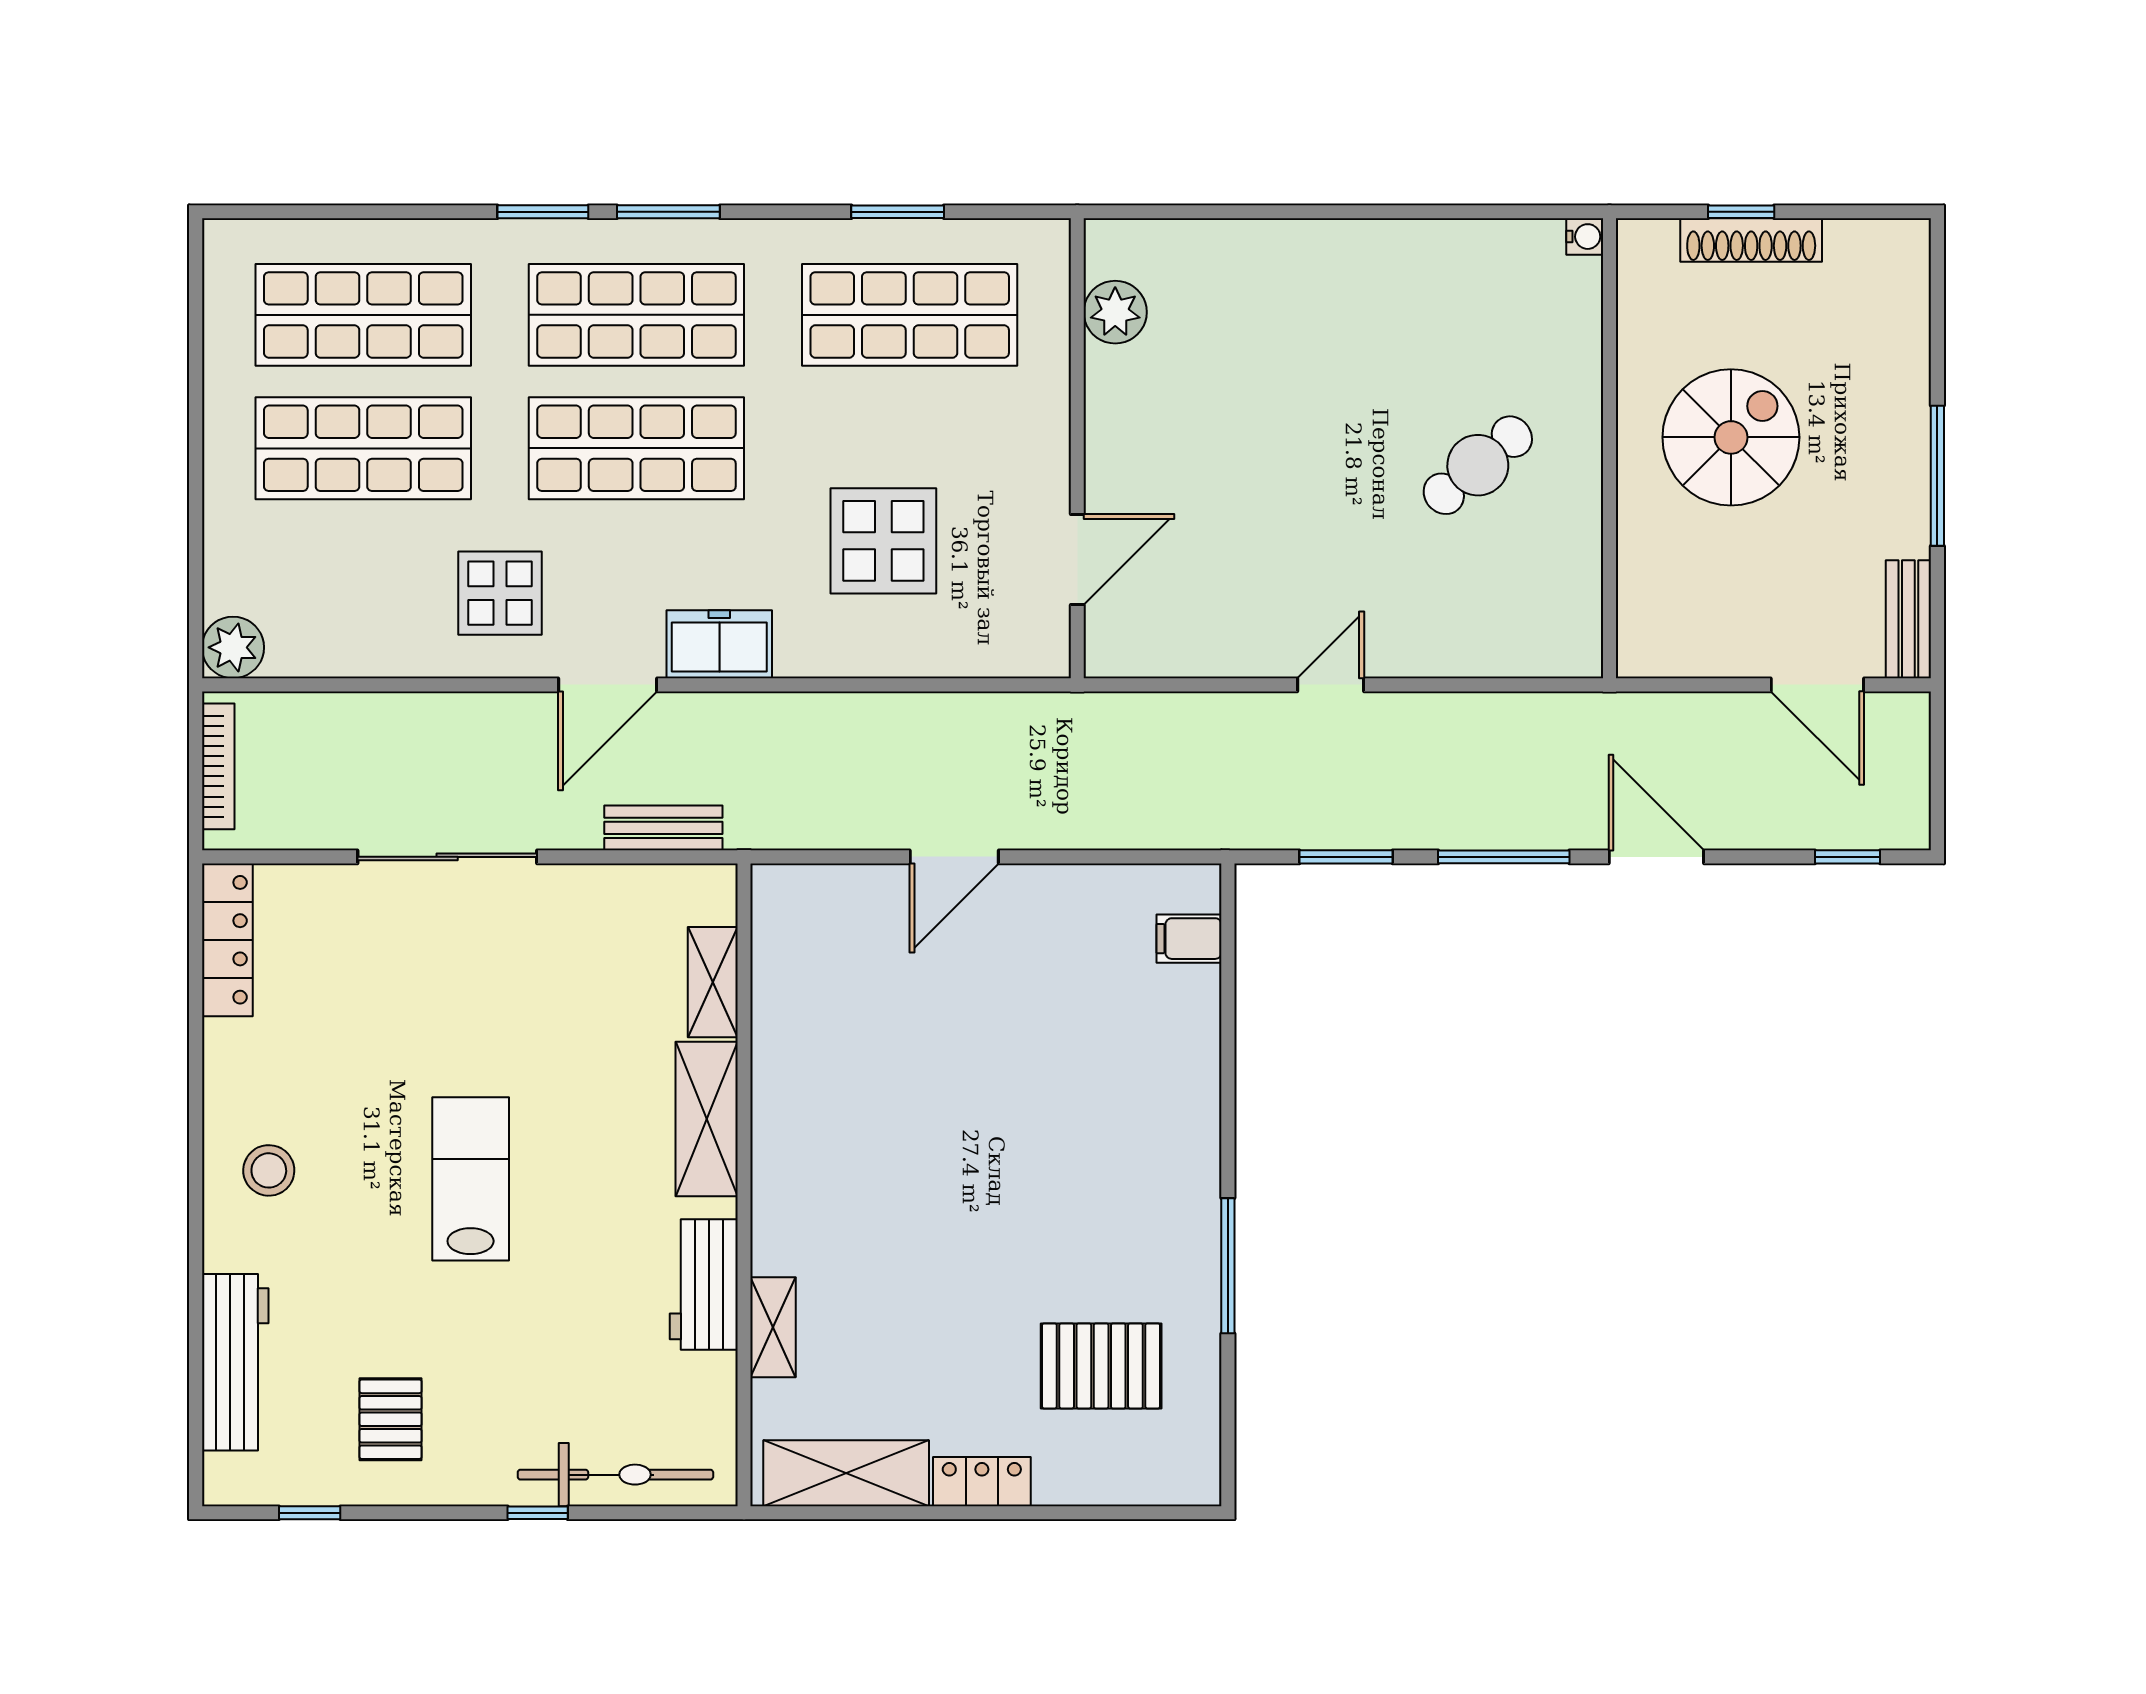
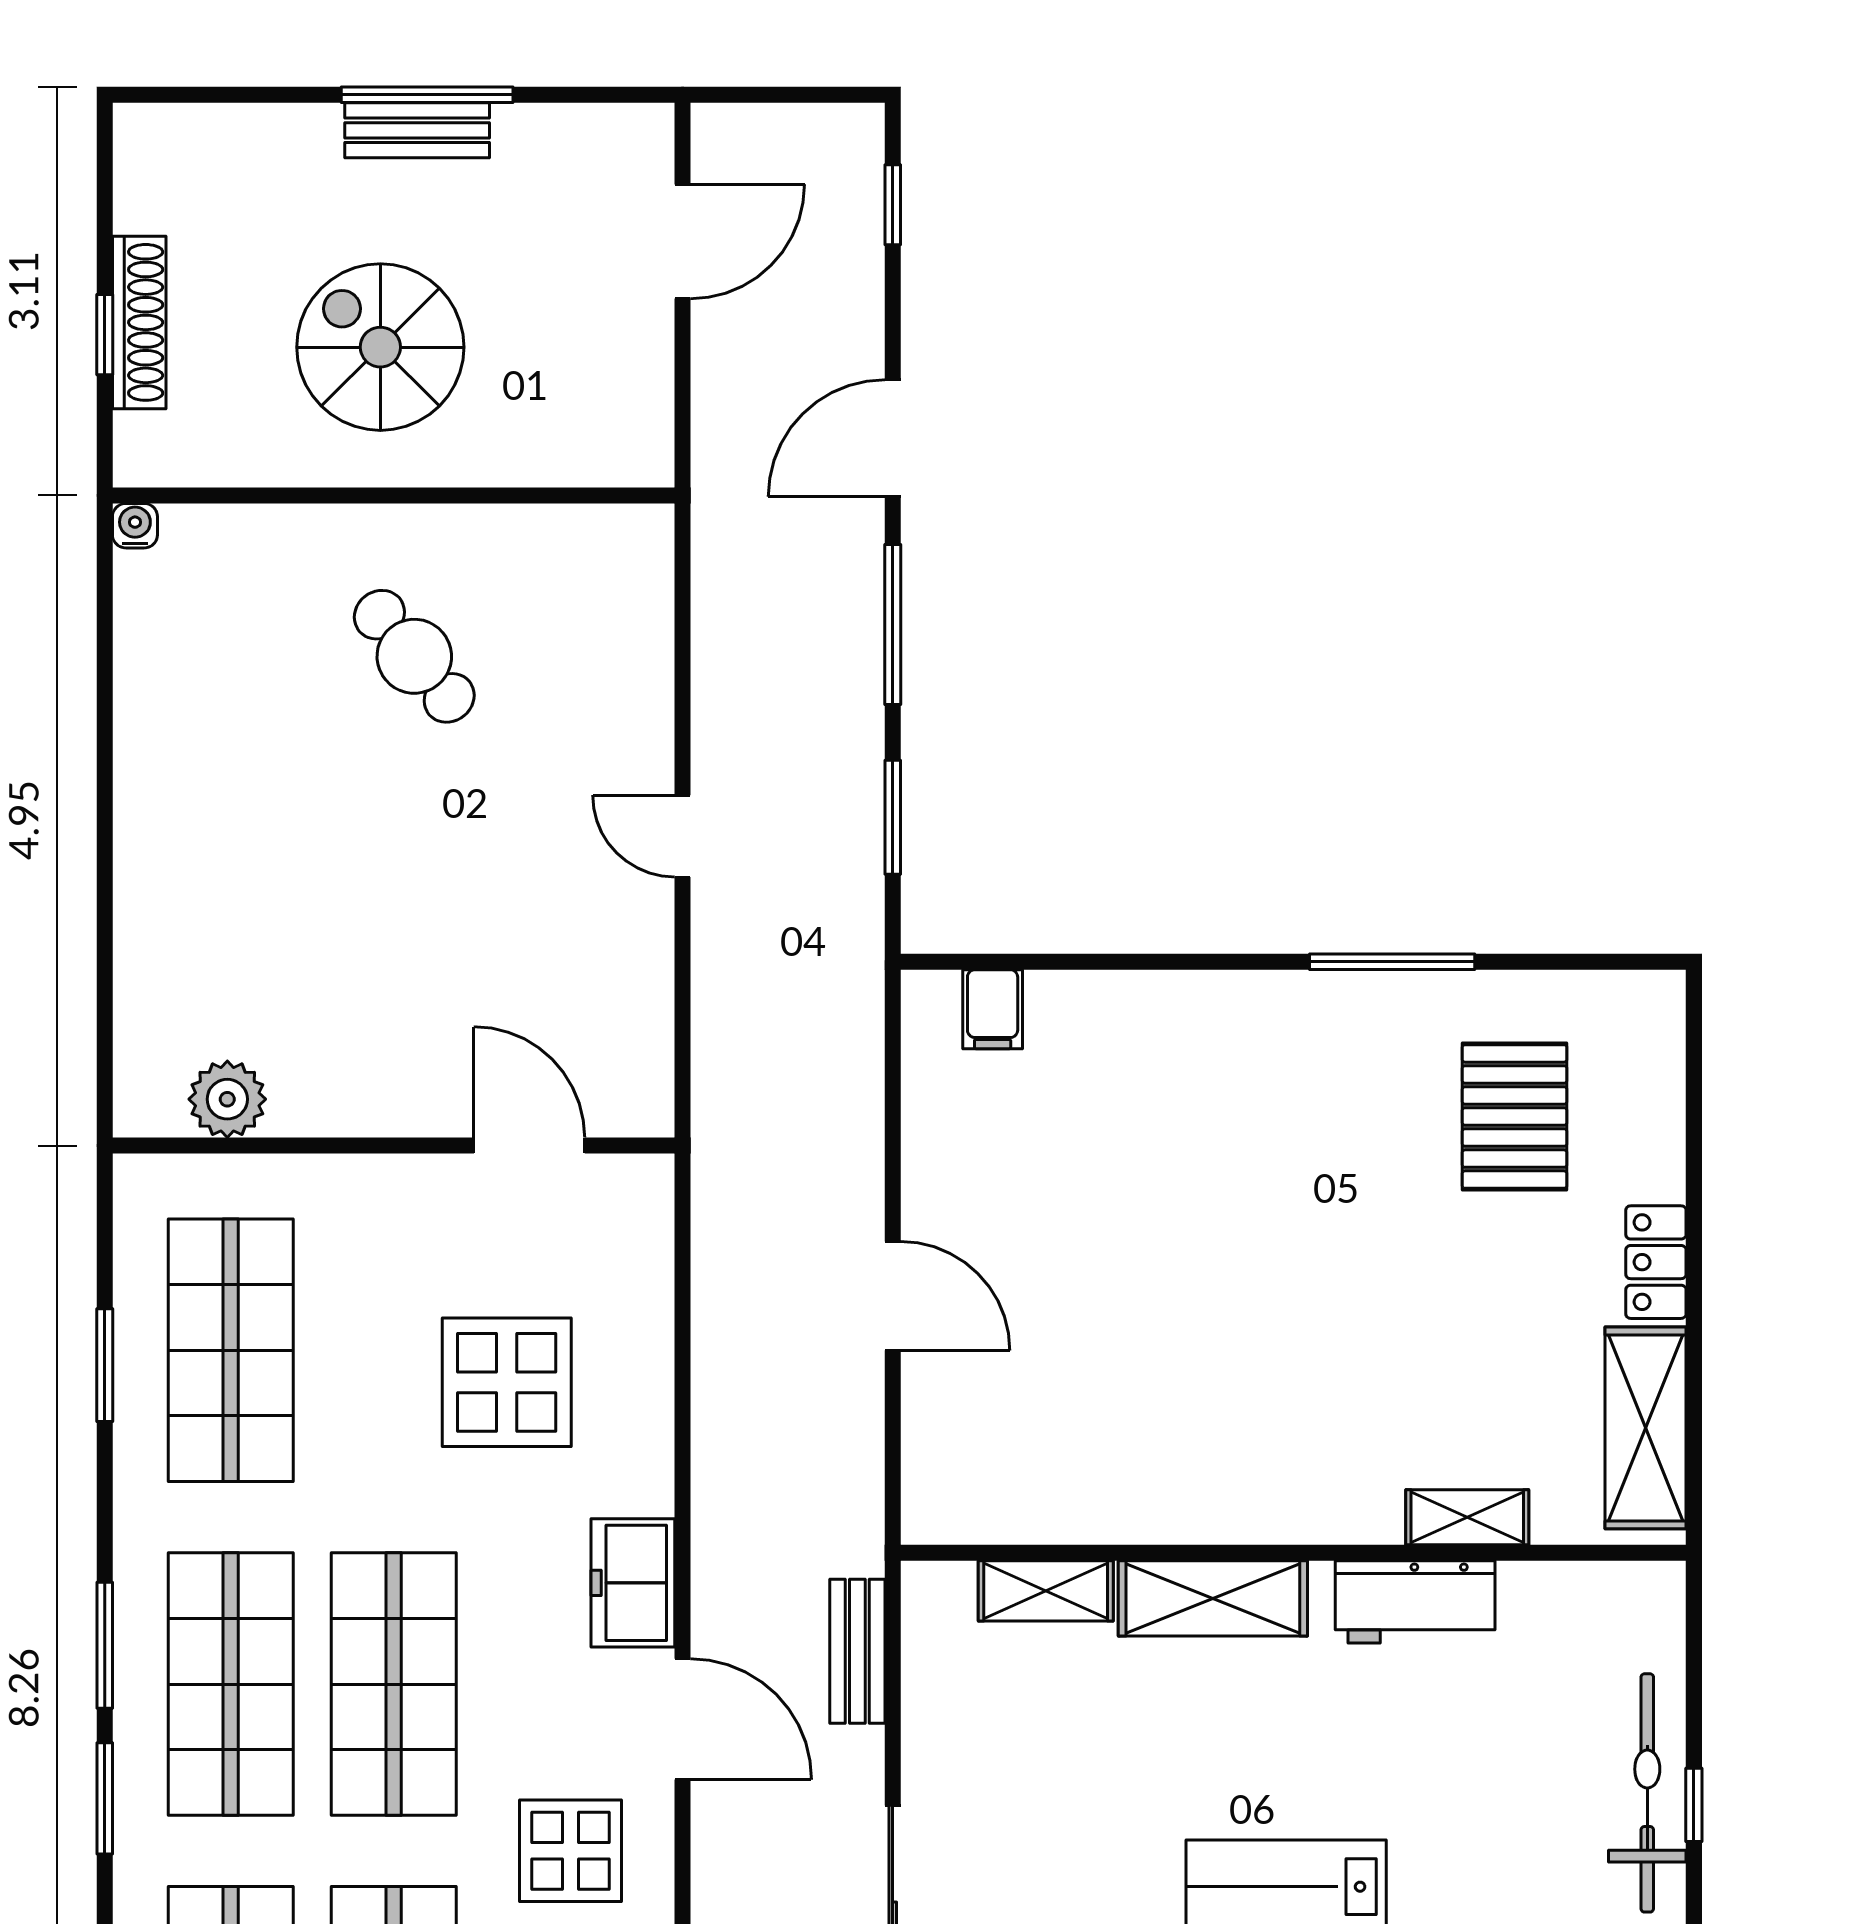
bench: (1908, 619) -> (417, 130), moved
bicycle: (615, 1475) -> (1647, 1793), moved

